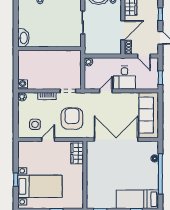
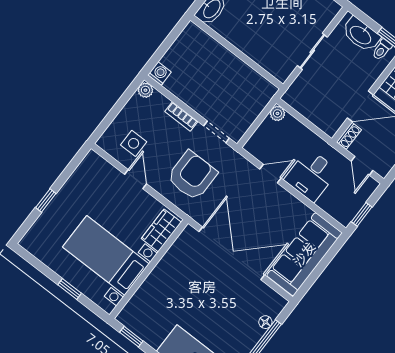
door: (48, 139) -> (136, 179), hinge flipped
bed with nightstands: (40, 186) -> (106, 256), moved, turned 180

